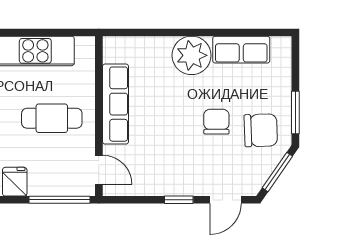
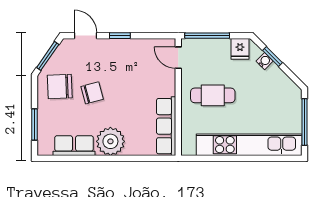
row of seats: (116, 104) -> (166, 126), moved
window: (295, 112) -> (34, 124), moved
chair: (216, 122) -> (92, 93), turned -105
door: (226, 200) -> (86, 36), hinge flipped

